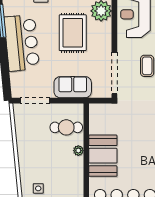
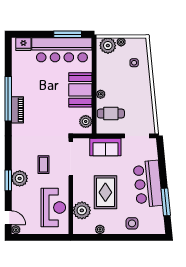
plant: (96, 118) -> (86, 121), added

